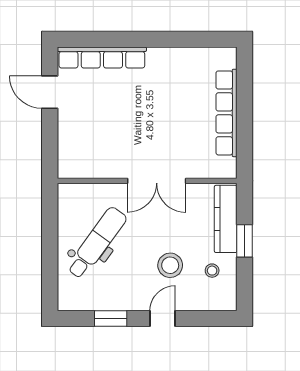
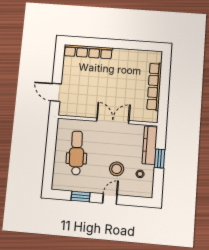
door: (50, 92) -> (56, 92), moved
double door: (157, 181) -> (113, 121), swing flipped
dental chair: (97, 243) -> (77, 153), turned -39

